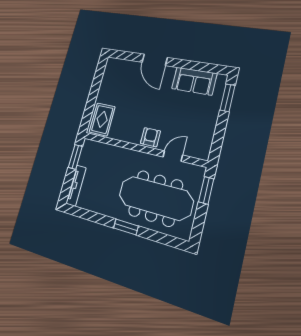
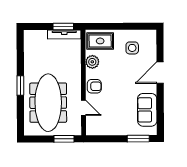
side table: (119, 86) -> (132, 48), added
plant: (122, 133) -> (92, 62), added
tv unit: (76, 186) -> (64, 34), moved

